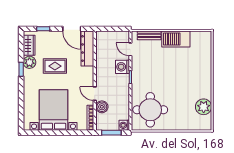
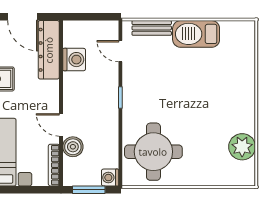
washing machine: (123, 67) -> (74, 60), moved, turned 180

